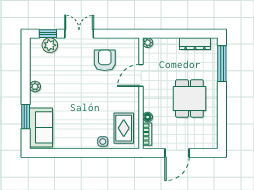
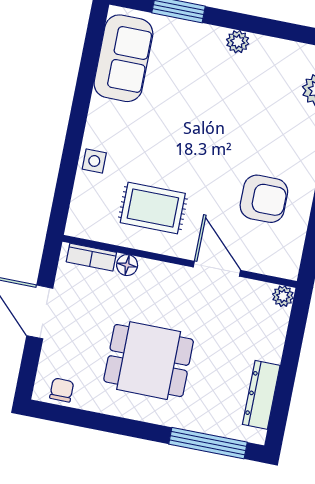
sofa: (41, 127) -> (123, 58), moved, turned -90
rug: (124, 128) -> (153, 208), moved
chair: (211, 136) -> (62, 390), added

